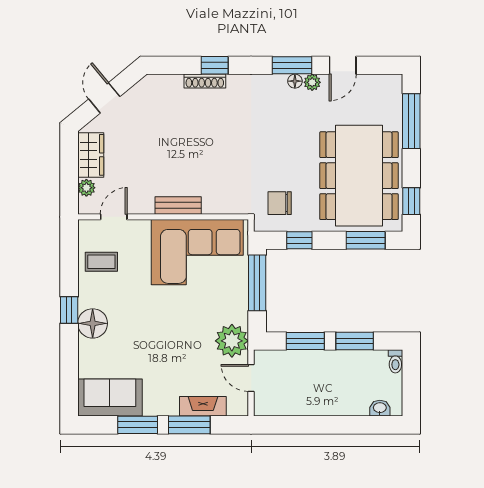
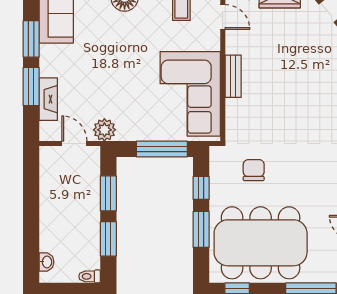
chair: (280, 203) -> (254, 170), moved
window: (366, 240) -> (201, 229), moved
plant: (232, 341) -> (104, 130), width x0.73, depth x0.73
door: (251, 378) -> (74, 143), hinge flipped

